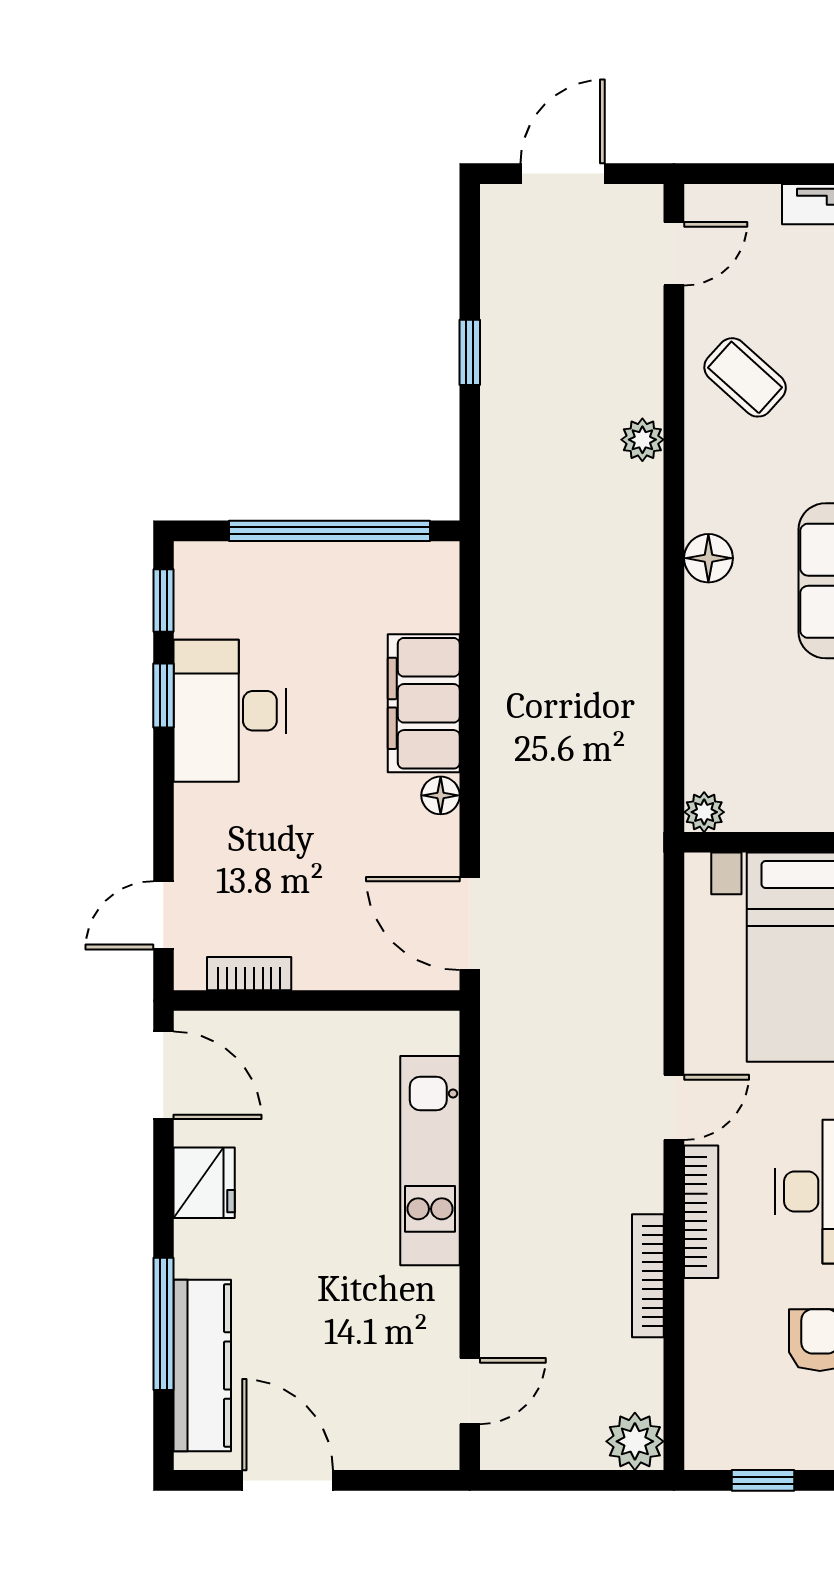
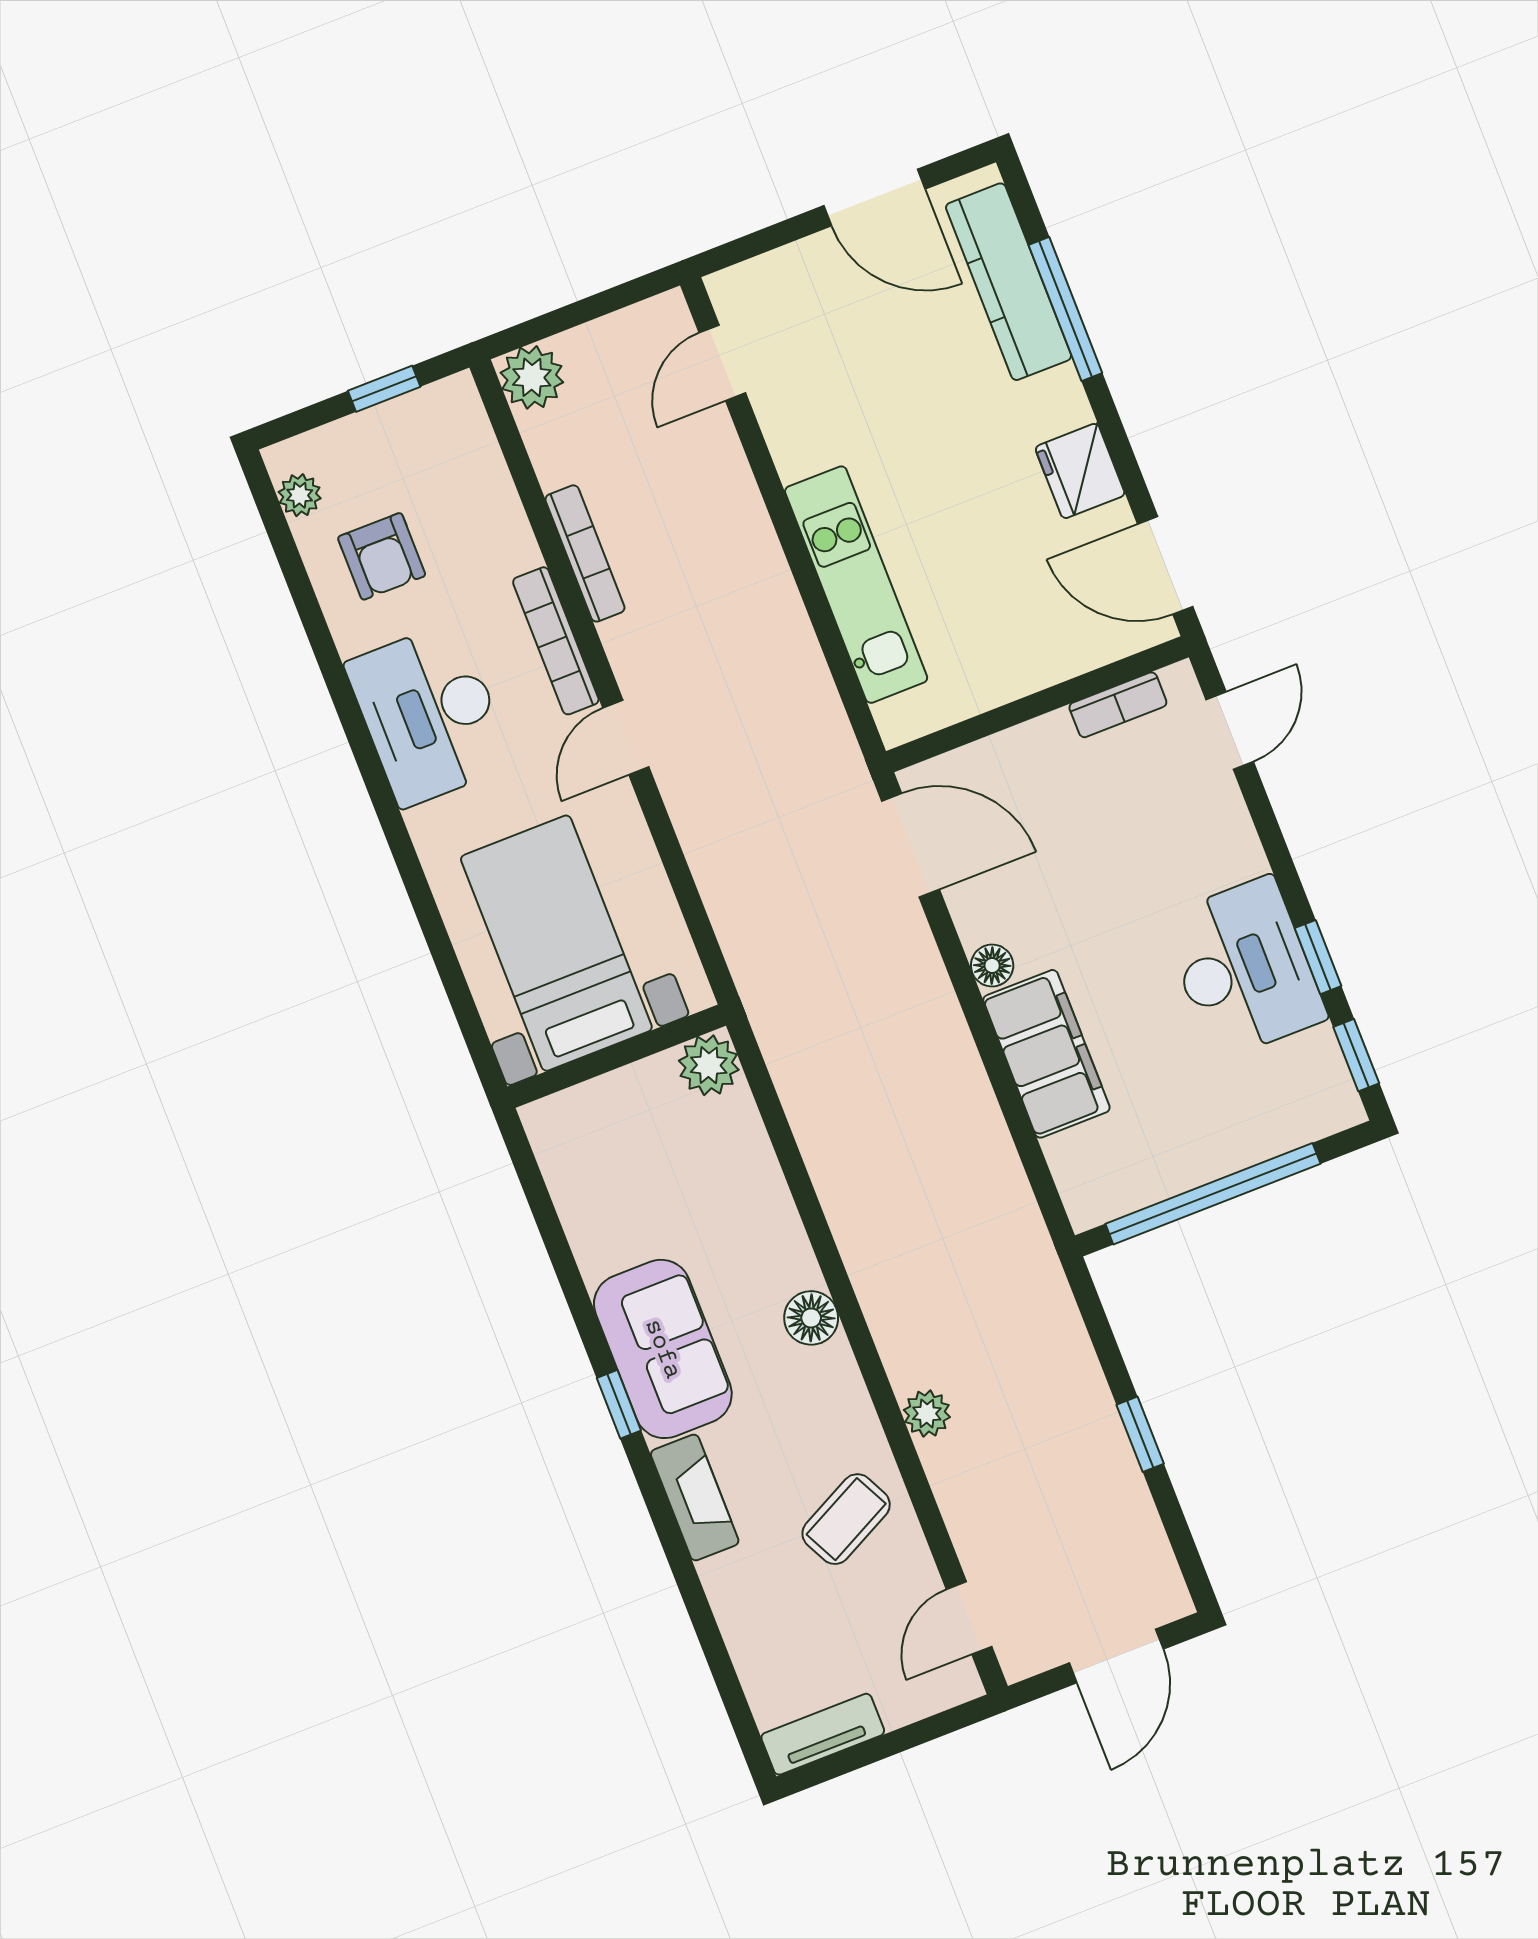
coffee table: (745, 377) -> (846, 1519), turned -69
plant: (704, 812) -> (709, 1065), width x1.38, depth x1.38

